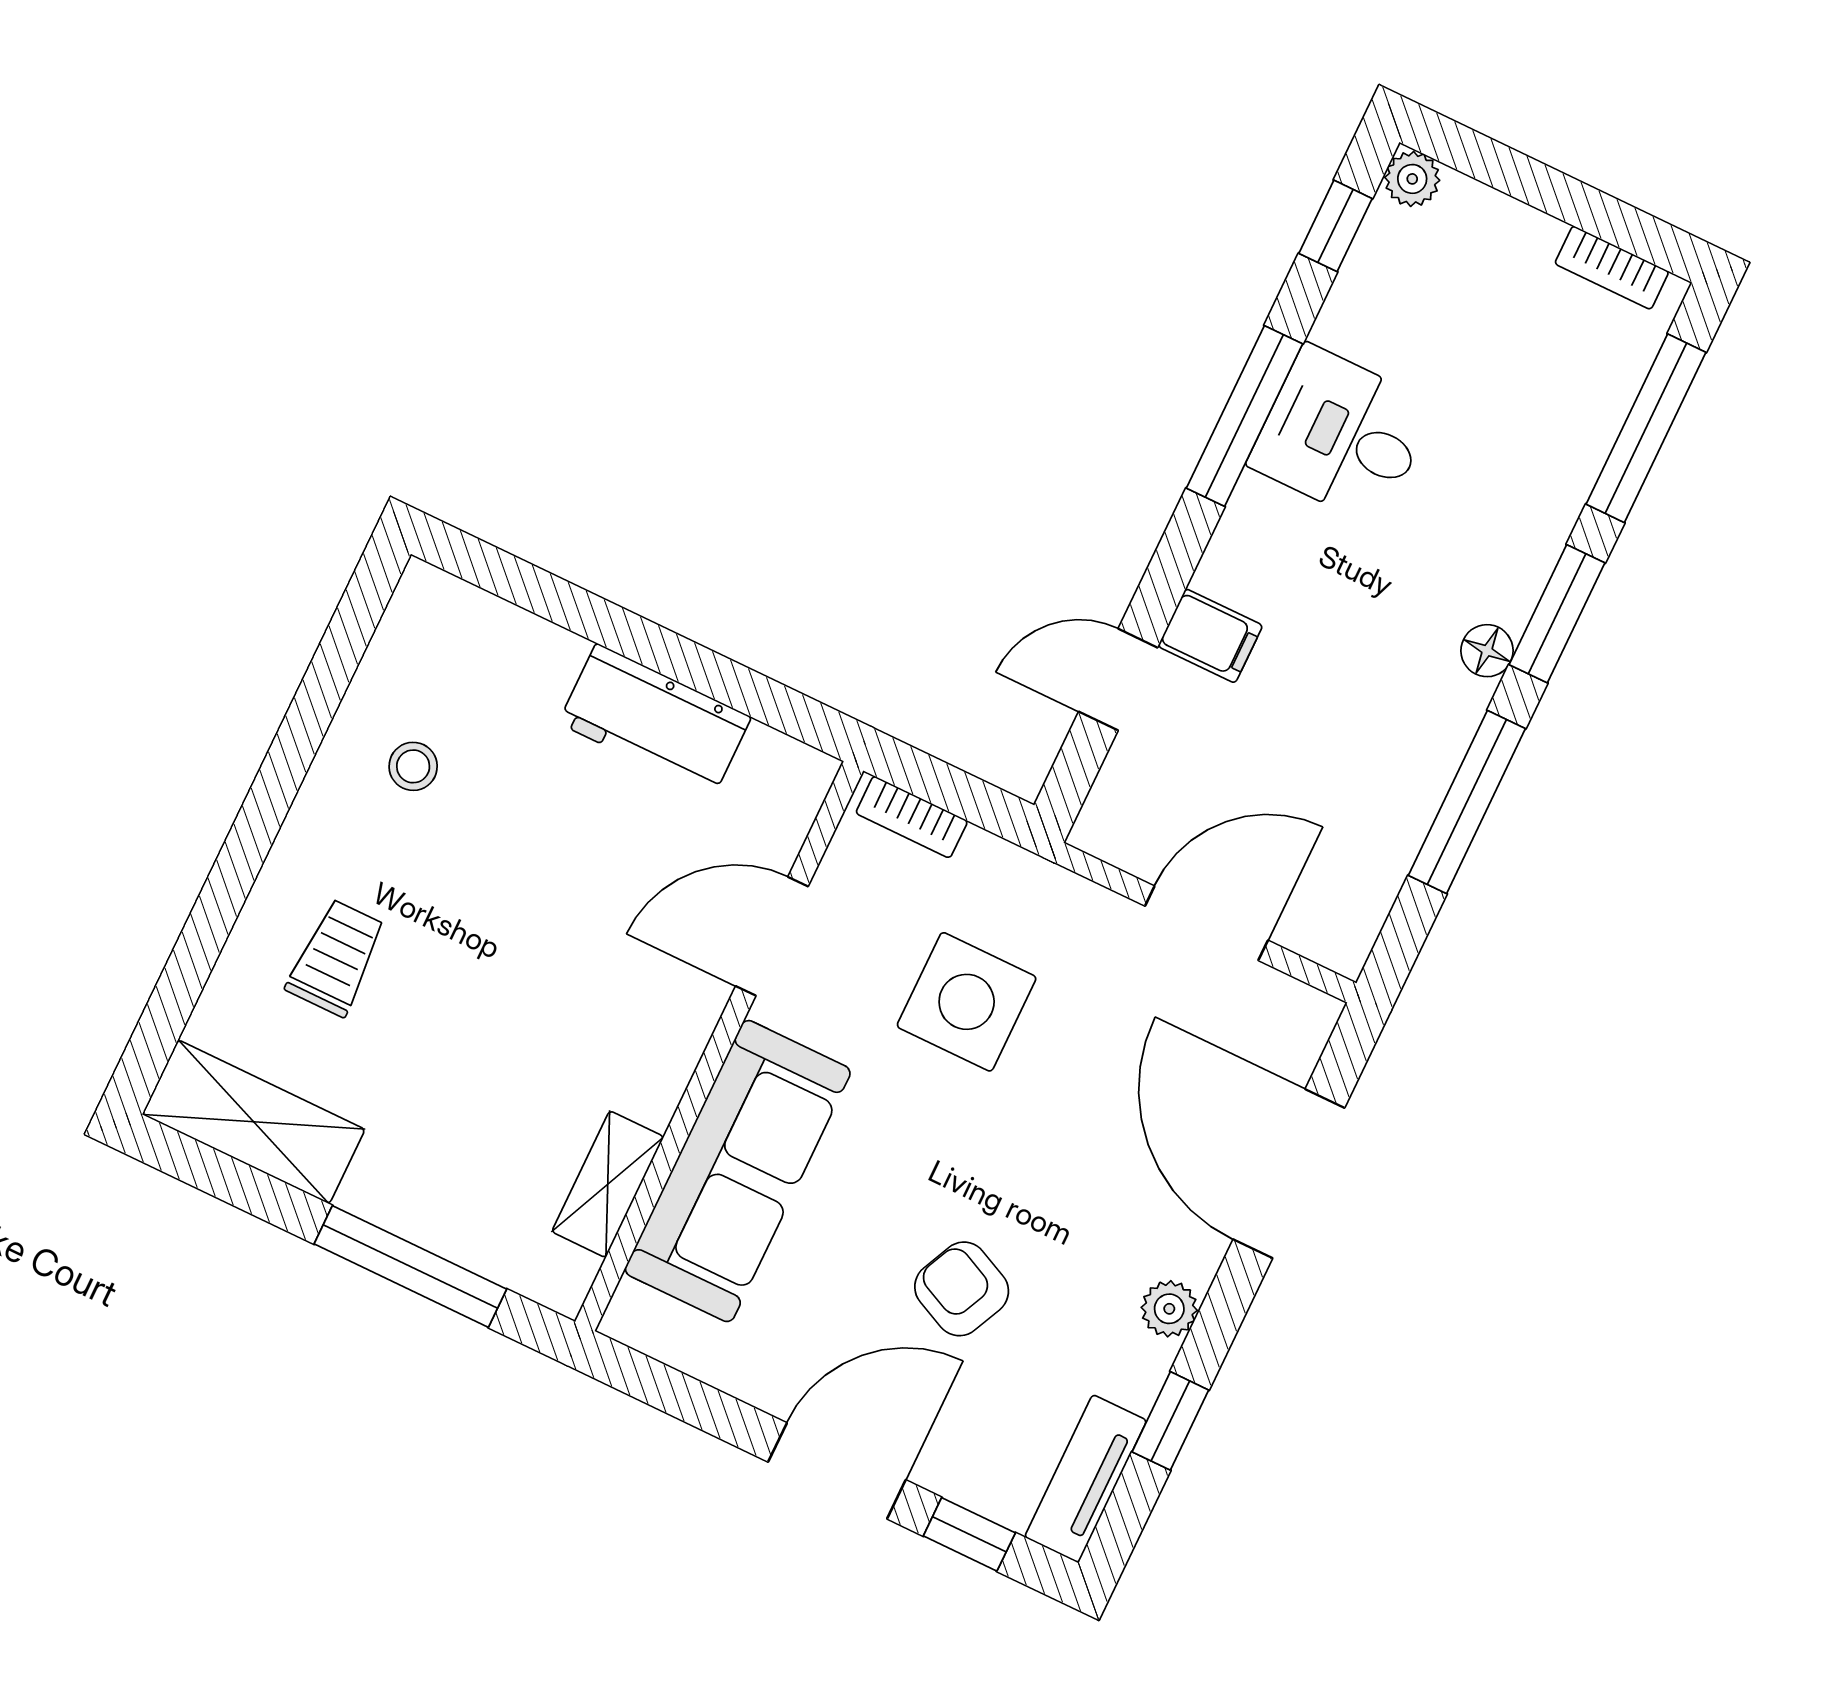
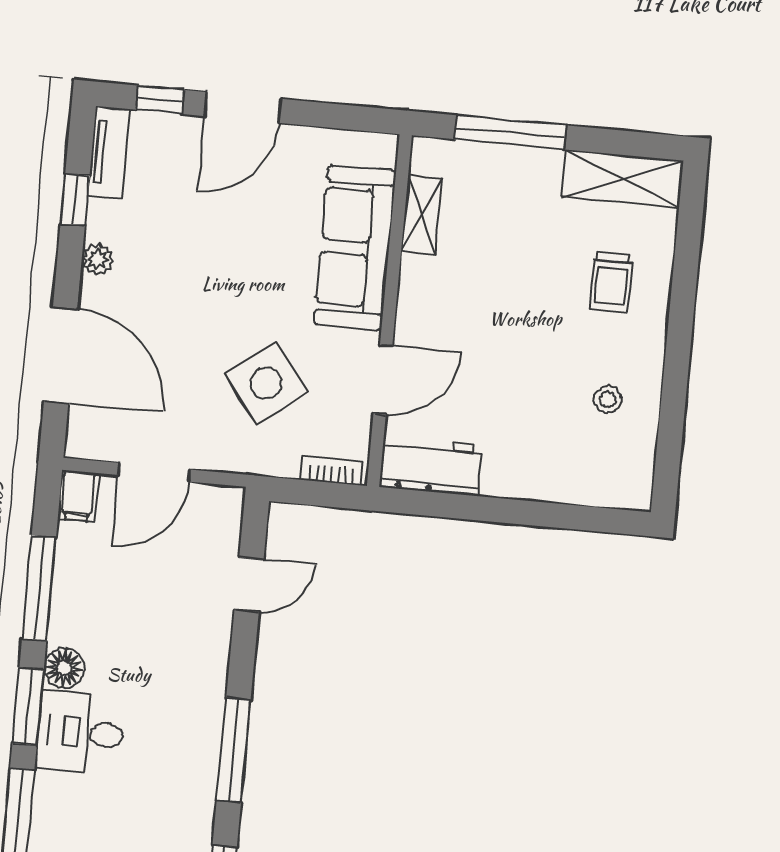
desk: (1342, 435) -> (80, 733), moved, turned 180
filing cabinet: (1210, 636) -> (78, 496), moved, turned -90
floor lamp: (1487, 651) -> (64, 668), width x1.37, depth x1.37
workbench: (655, 720) -> (430, 466), moved
side table: (967, 1002) -> (266, 383), turned -37
armchair: (962, 1289) -> (212, 229), removed

